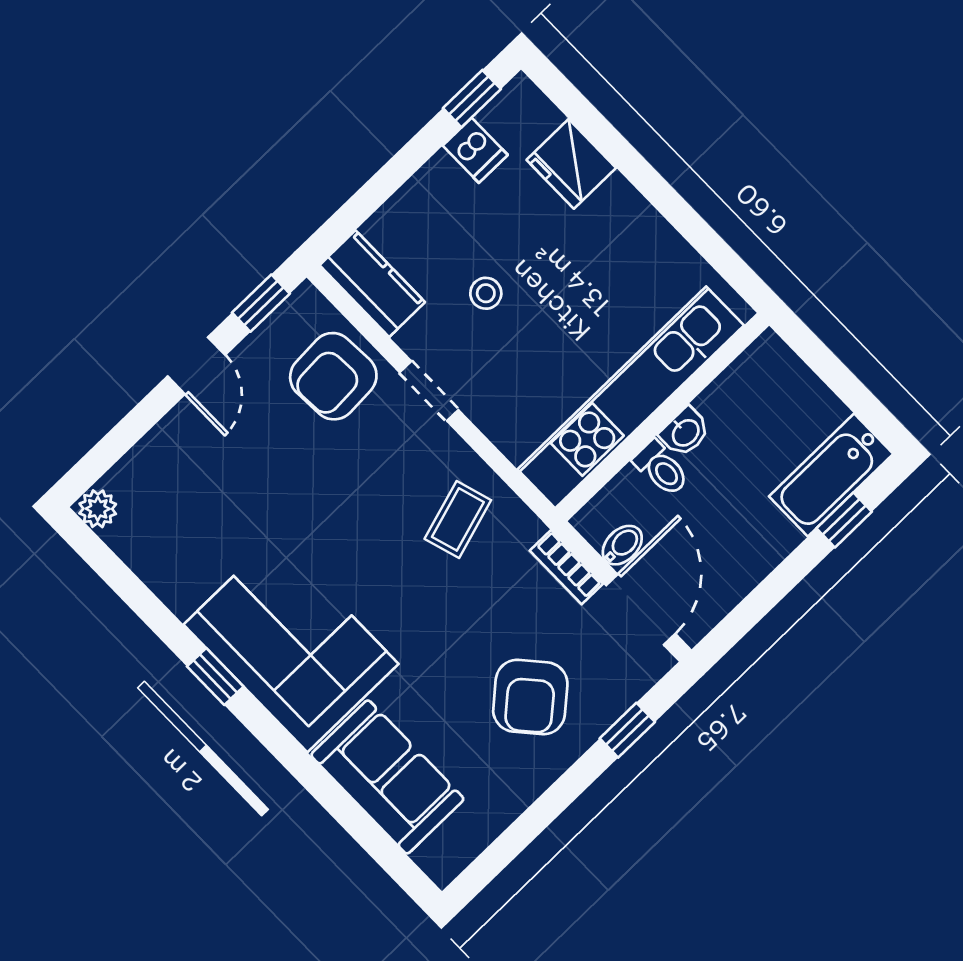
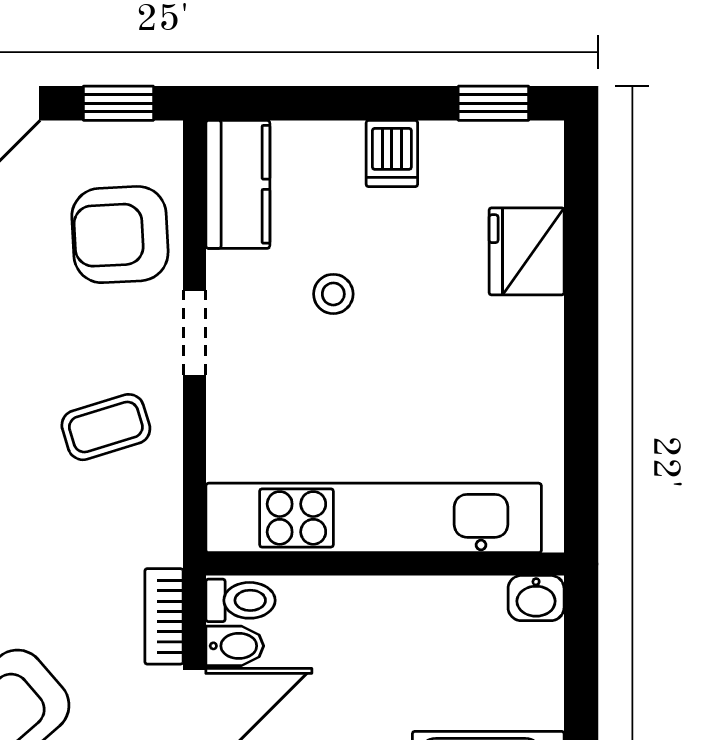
dishwasher: (475, 150) -> (392, 154), moved
washbasin: (685, 432) -> (536, 598), moved
toilet: (661, 468) -> (240, 600), moved, turned -90
coffee table: (458, 519) -> (106, 427), moved

